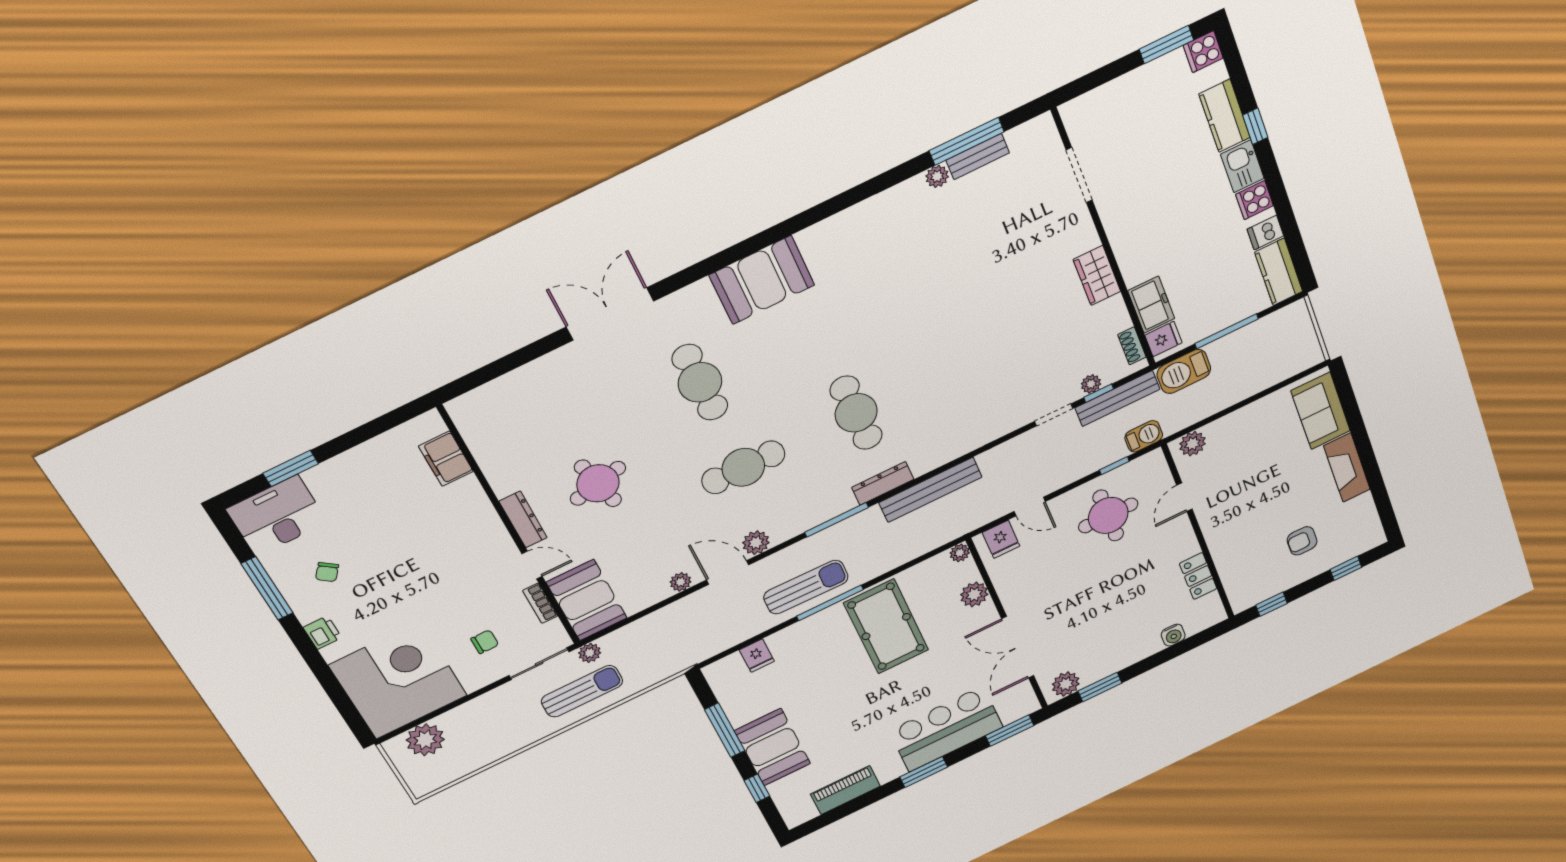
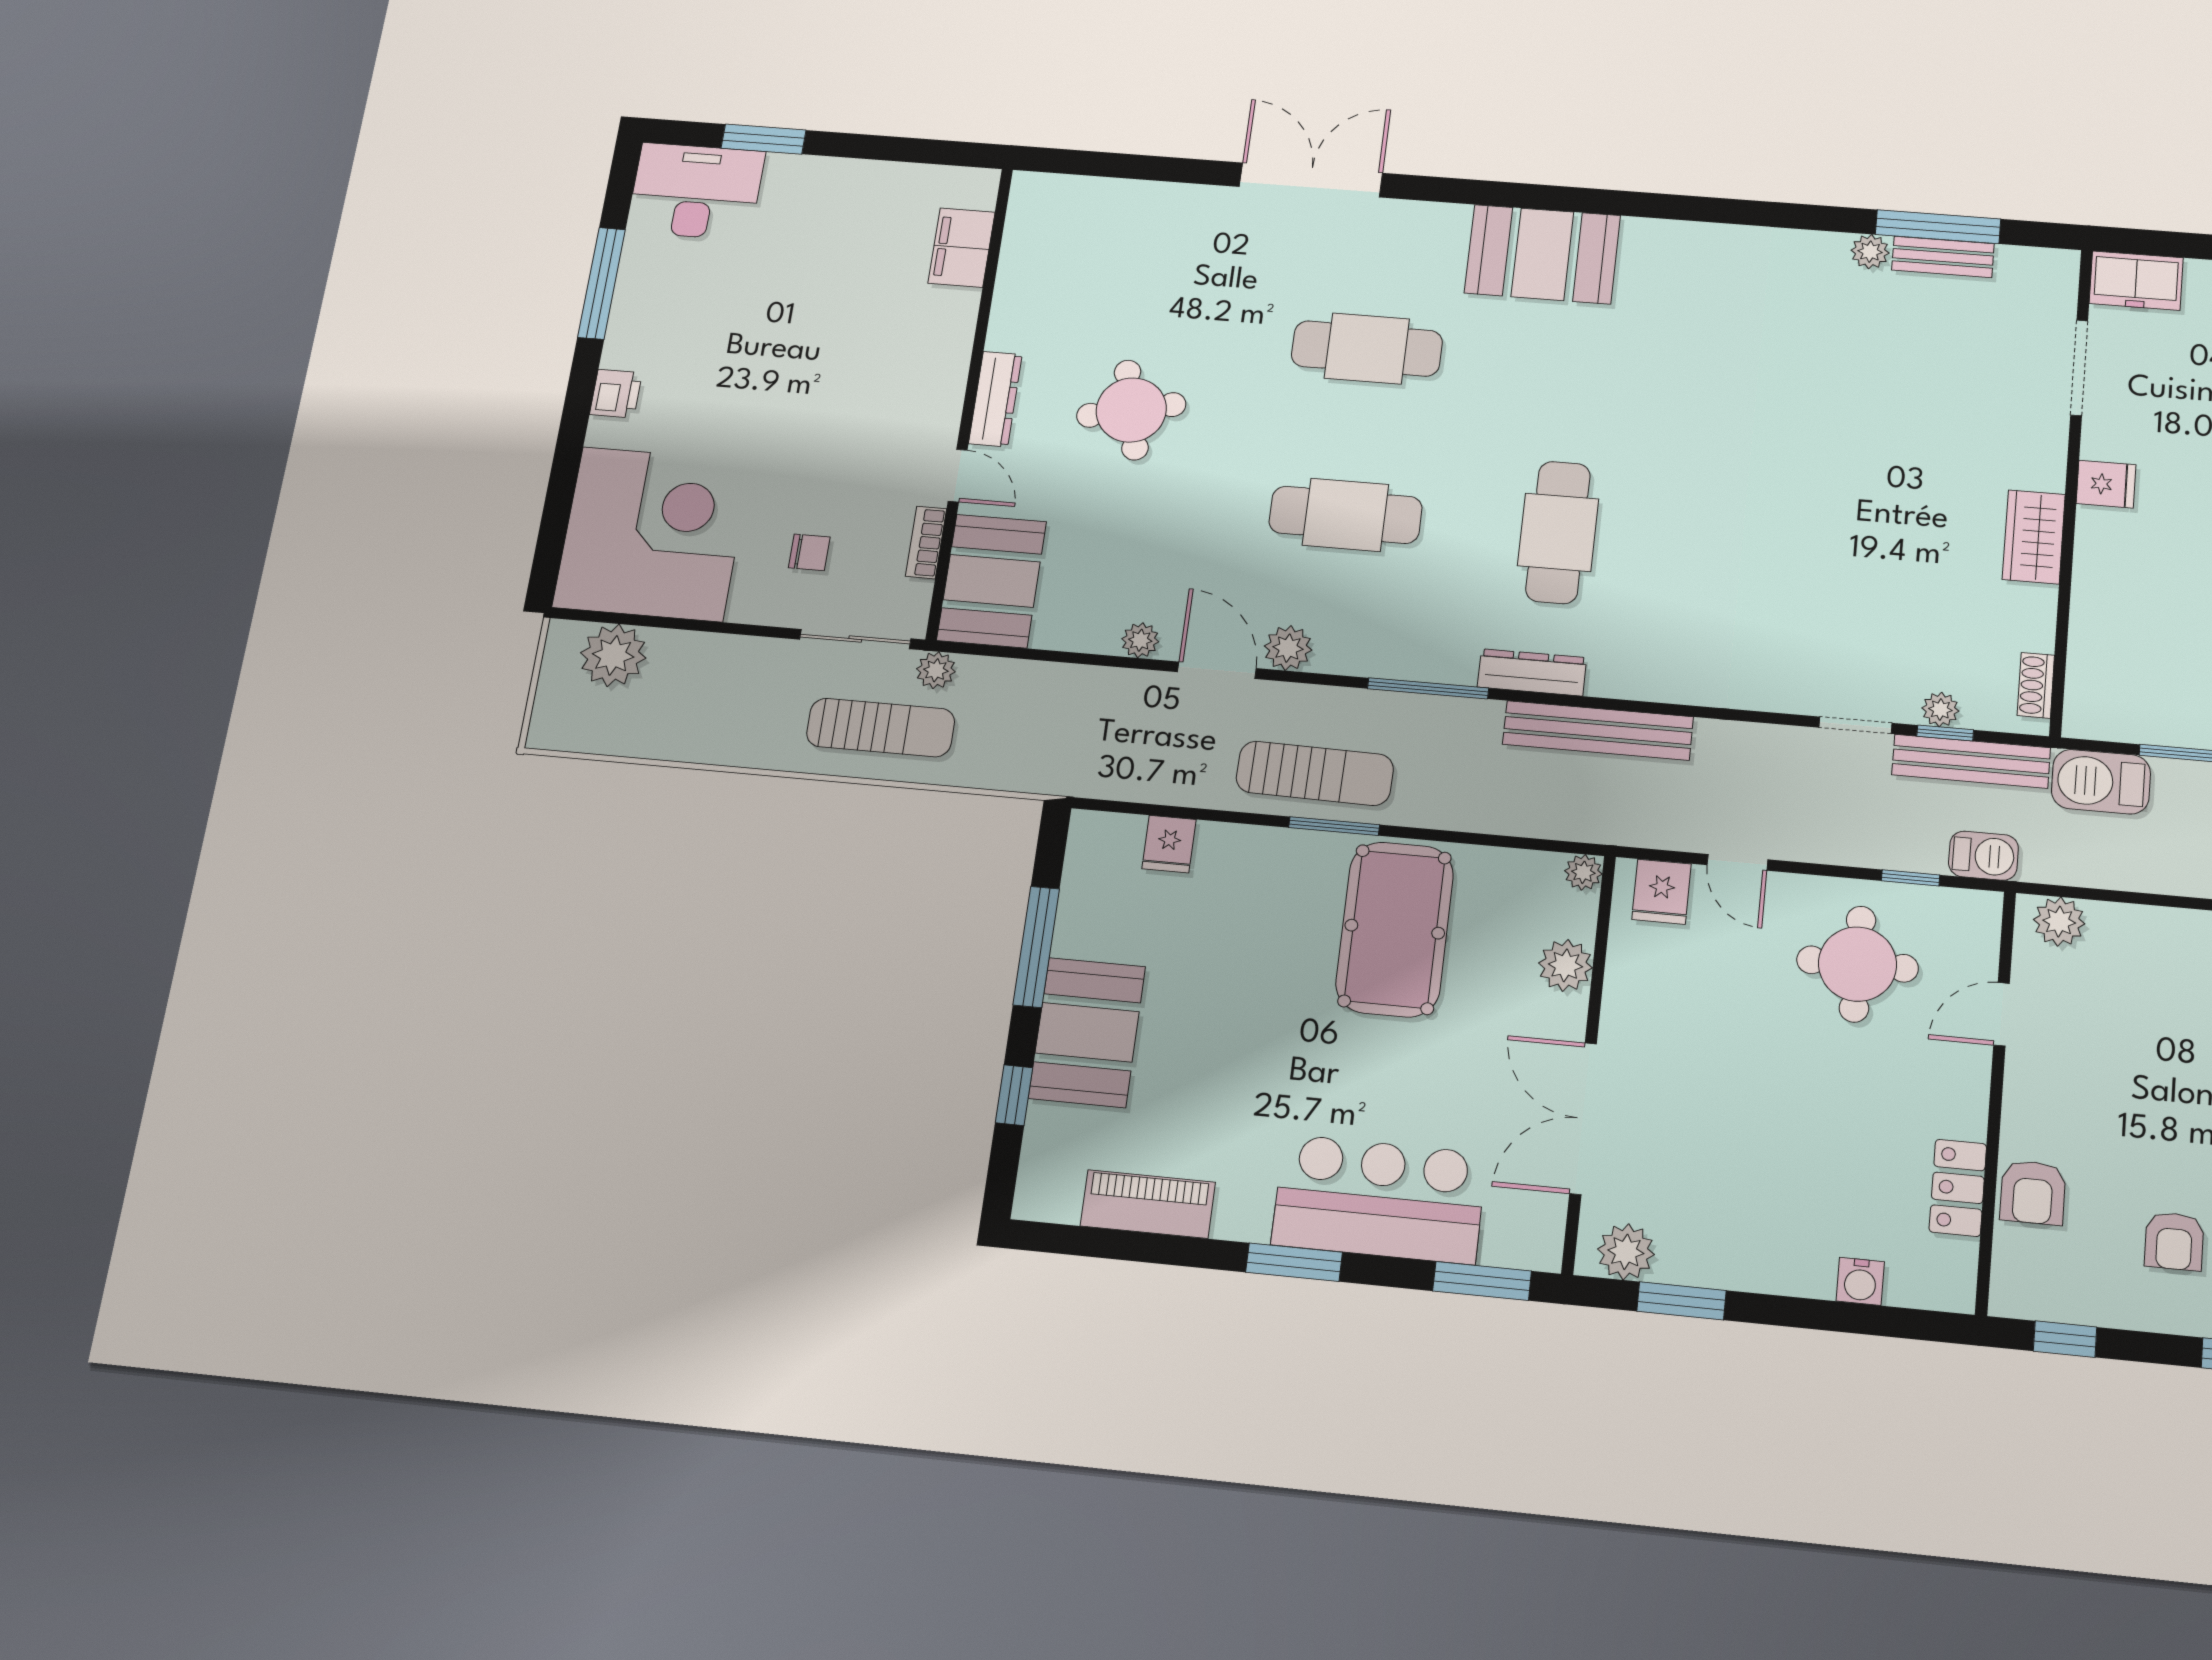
freezer: (1151, 305) -> (2136, 281), moved, turned 90
fridge: (1163, 339) -> (2106, 484), moved
cafe table: (700, 382) -> (1367, 349), turned 90
armchair: (1302, 541) -> (2174, 1241), turned -90
armchair: (1232, 559) -> (2033, 1192), added
chair: (327, 572) -> (692, 310), removed
window: (830, 603) -> (1334, 826), width x0.69

